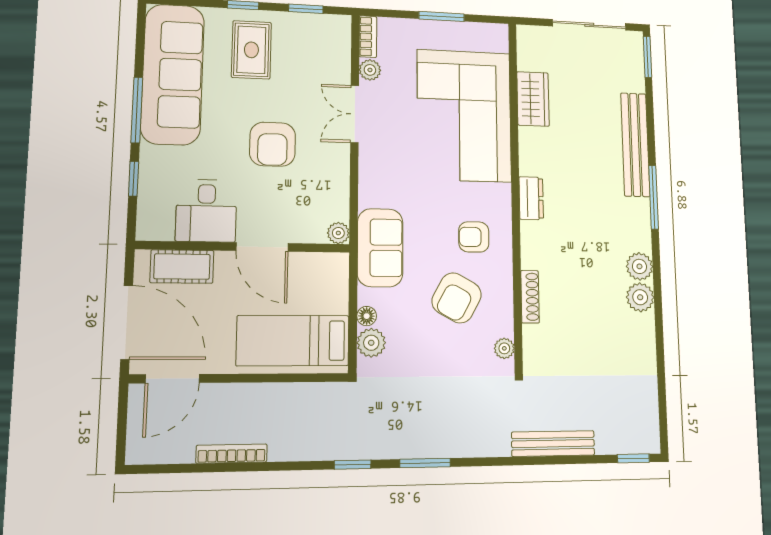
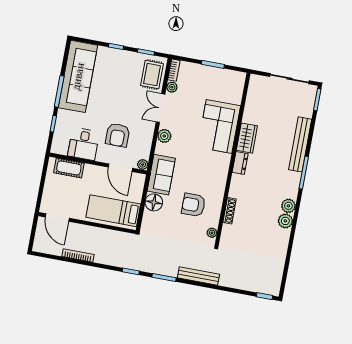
rug: (251, 50) -> (152, 75), moved
wardrobe: (533, 99) -> (247, 138), moved
corner sofa: (464, 116) -> (219, 126), width x0.73, depth x0.74
armchair: (272, 144) -> (118, 135), moved
armchair: (474, 237) -> (208, 177), removed
door: (262, 247) -> (120, 168), moved
armchair: (457, 298) -> (193, 205), turned 61
floor lamp: (367, 316) -> (154, 202), width x1.89, depth x1.89
door: (127, 322) -> (41, 189), removed
plant: (371, 343) -> (164, 136), moved
door: (172, 379) -> (57, 218), hinge flipped
bench: (553, 444) -> (198, 276), moved

